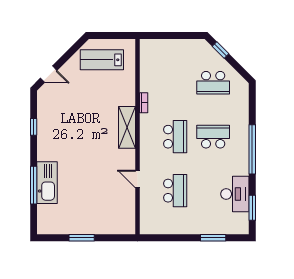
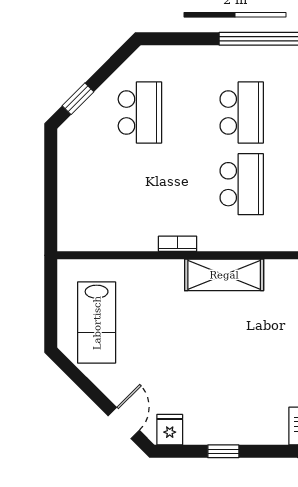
fridge: (45, 99) -> (170, 430), added
school desk: (175, 137) -> (242, 184), turned 90
school desk: (213, 137) -> (242, 112), turned 180

